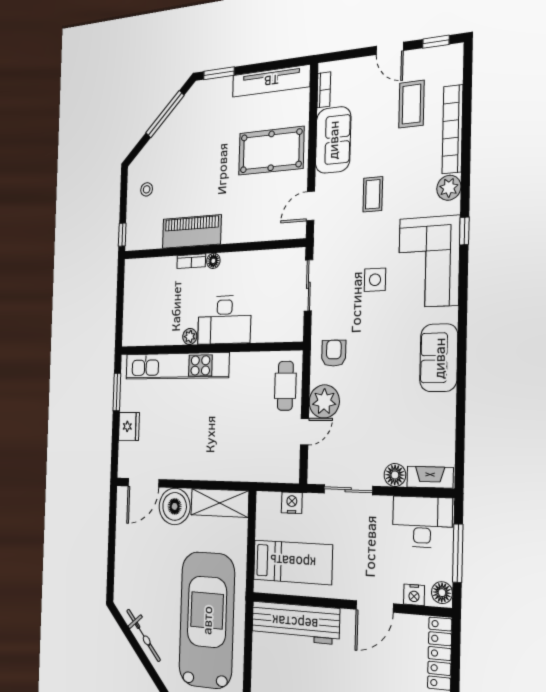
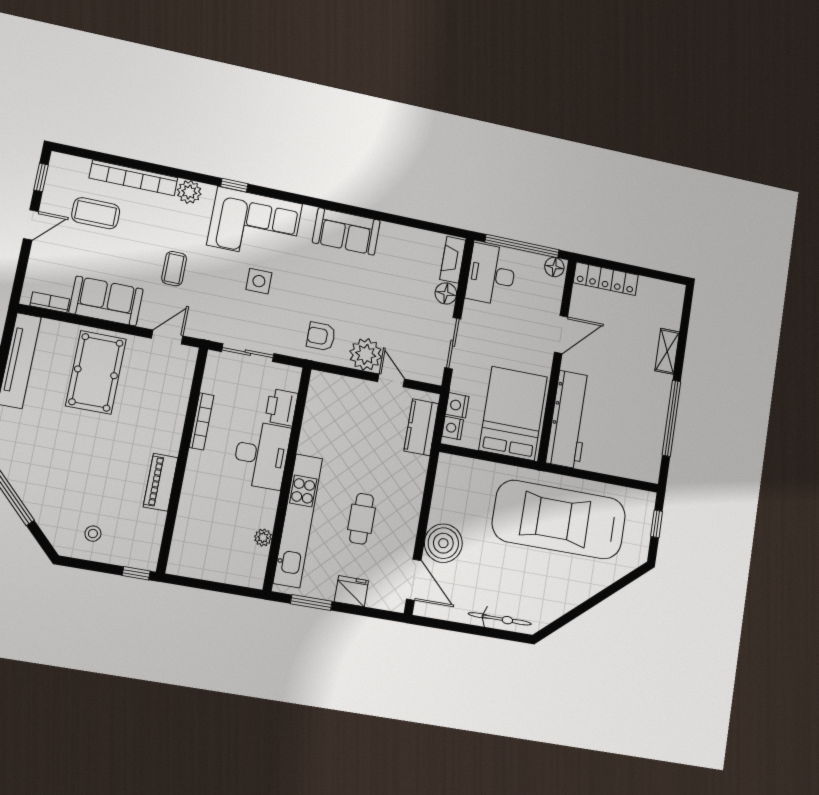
coffee table: (373, 194) -> (174, 269), turned 90
door: (311, 206) -> (167, 337), swing flipped
piano: (192, 232) -> (161, 482), width x0.73, depth x0.75
bookcase: (191, 261) -> (202, 421), moved, width x1.56
floor lamp: (213, 261) -> (196, 459), removed
printer: (266, 329) -> (281, 407), added
plant: (190, 336) -> (263, 538), moved
cafe table: (285, 386) -> (362, 519), moved, turned 90
kitchen counter: (268, 469) -> (421, 427), added
shelving: (220, 503) -> (447, 488), removed
window: (458, 553) -> (522, 246), width x1.46
bed: (293, 562) -> (513, 413), width x1.50
nightstand: (414, 595) -> (453, 428), moved, turned 180
door: (375, 607) -> (561, 334), hinge flipped
bicycle: (143, 635) -> (500, 619), moved, turned 40

